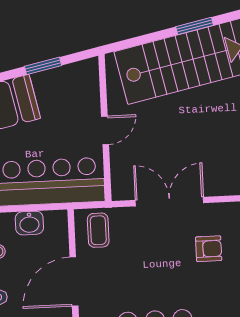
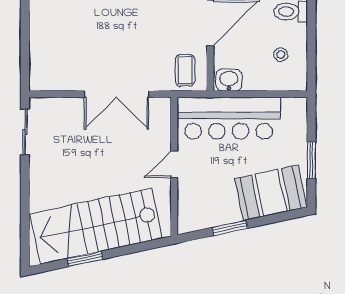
washbasin: (29, 223) -> (229, 80), moved
armchair: (209, 249) -> (82, 48), removed

